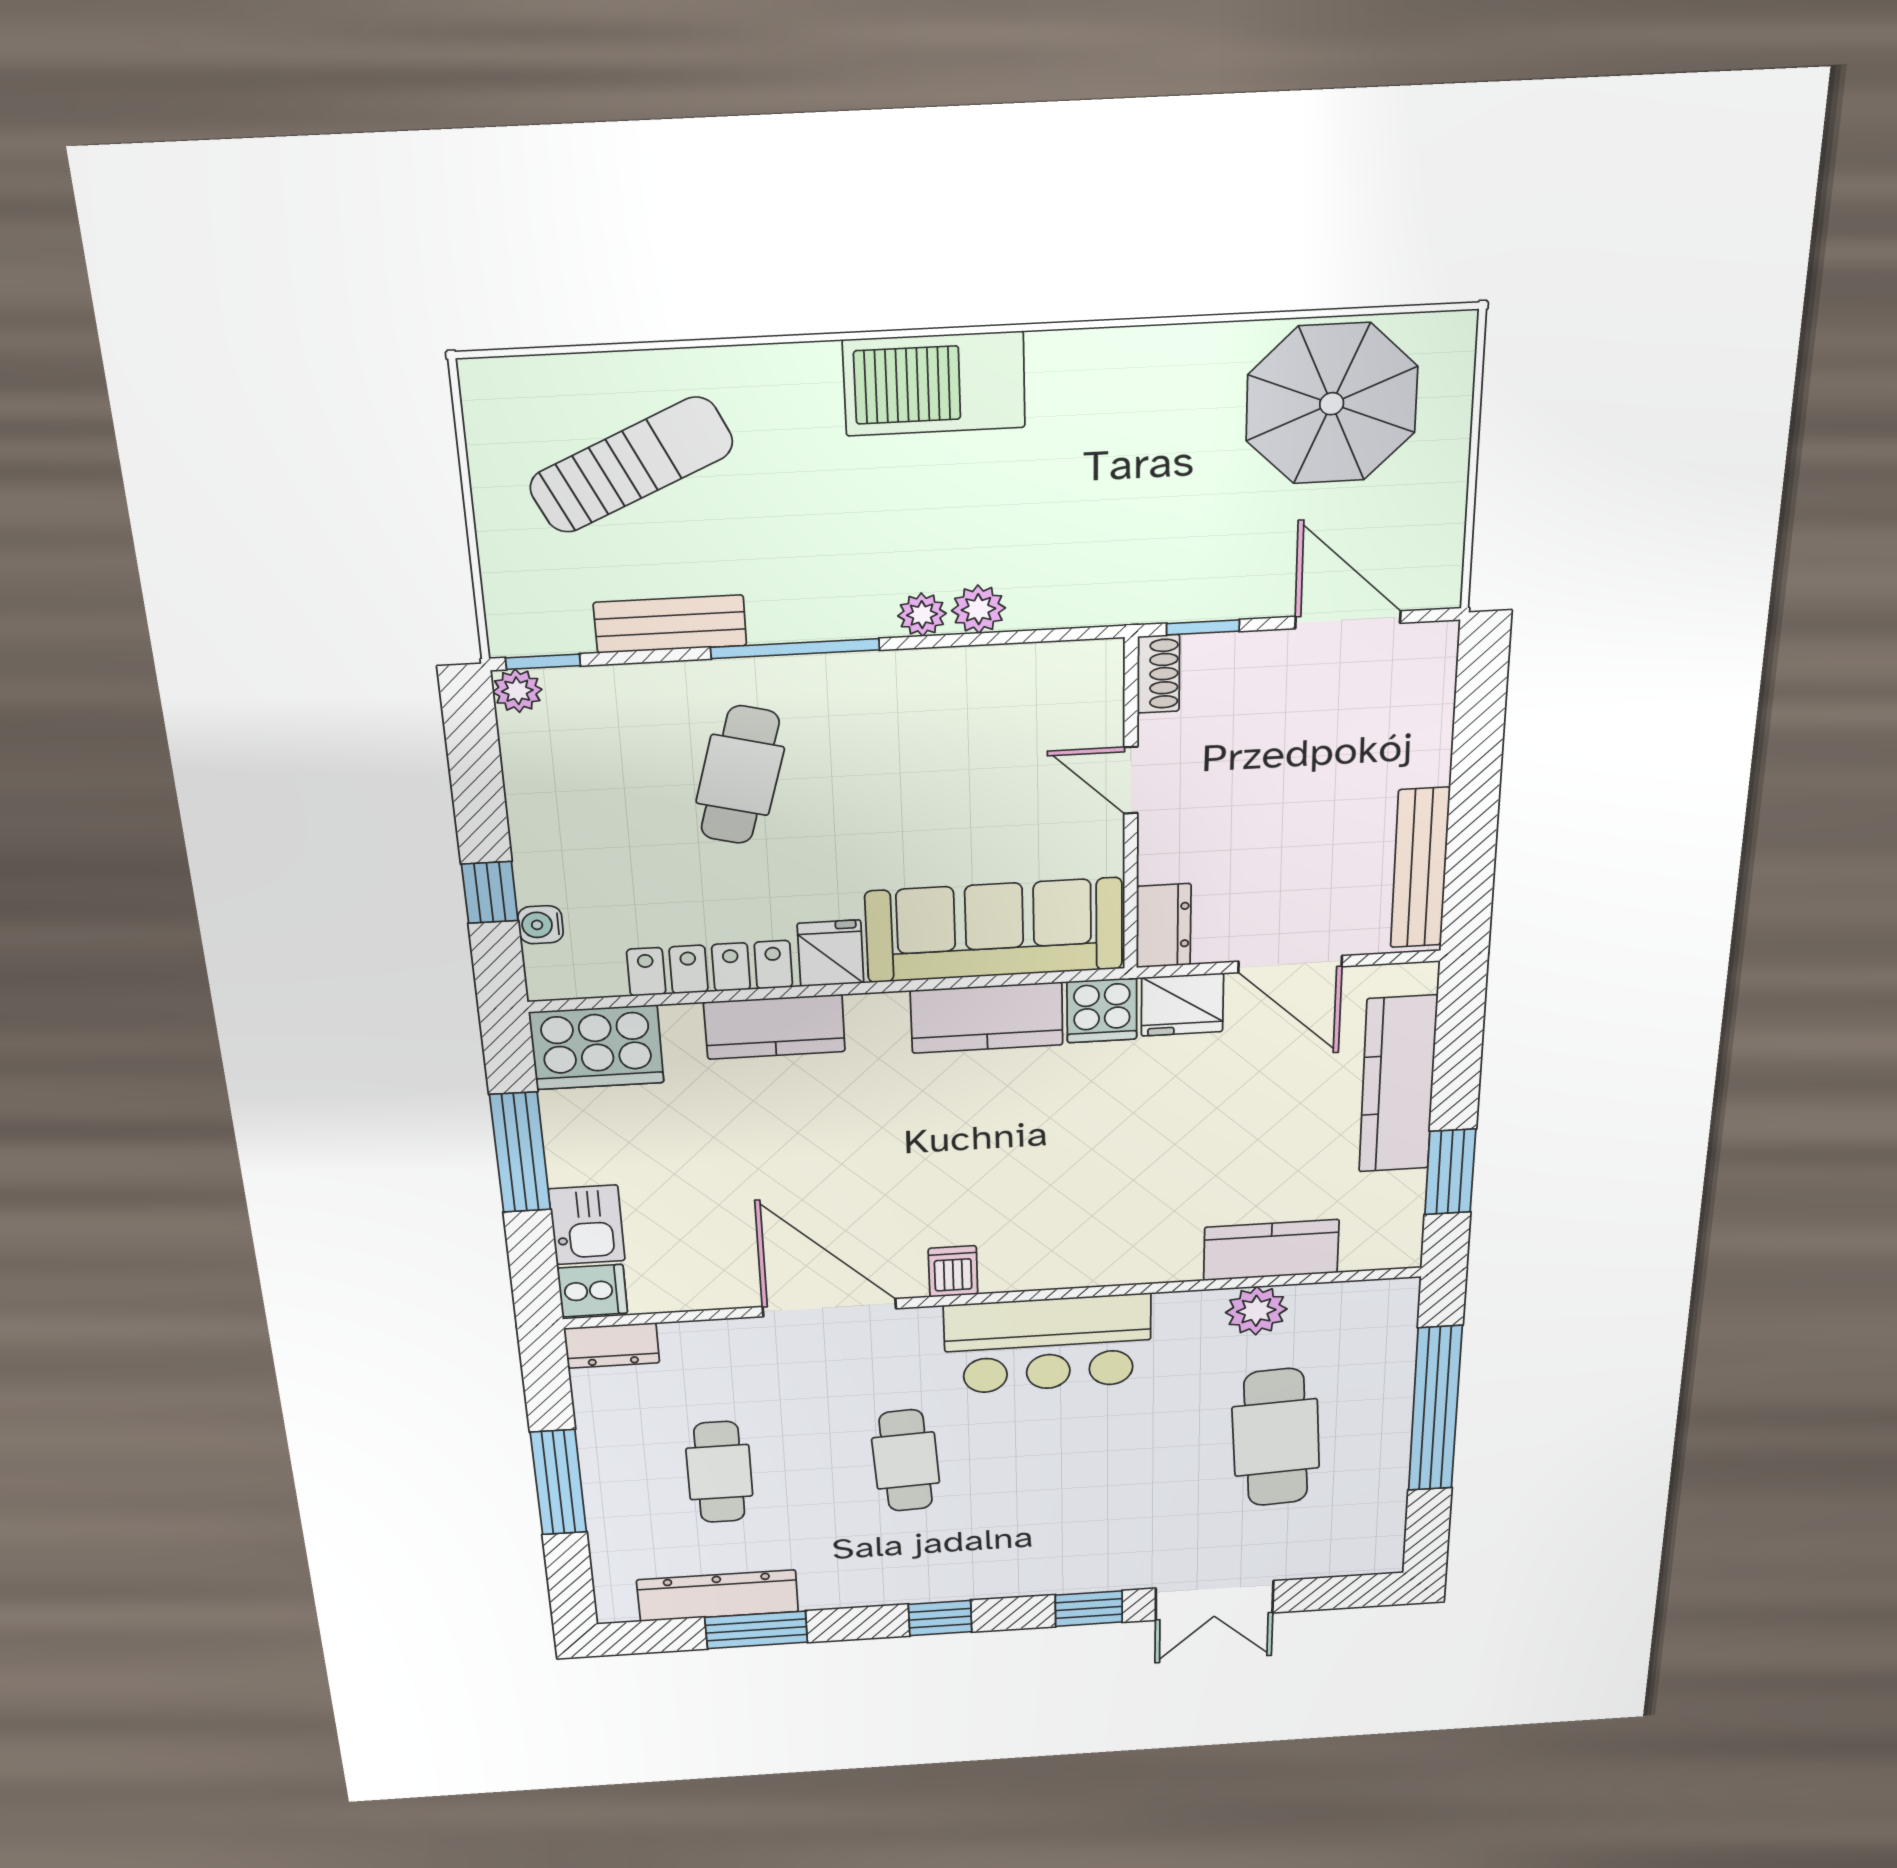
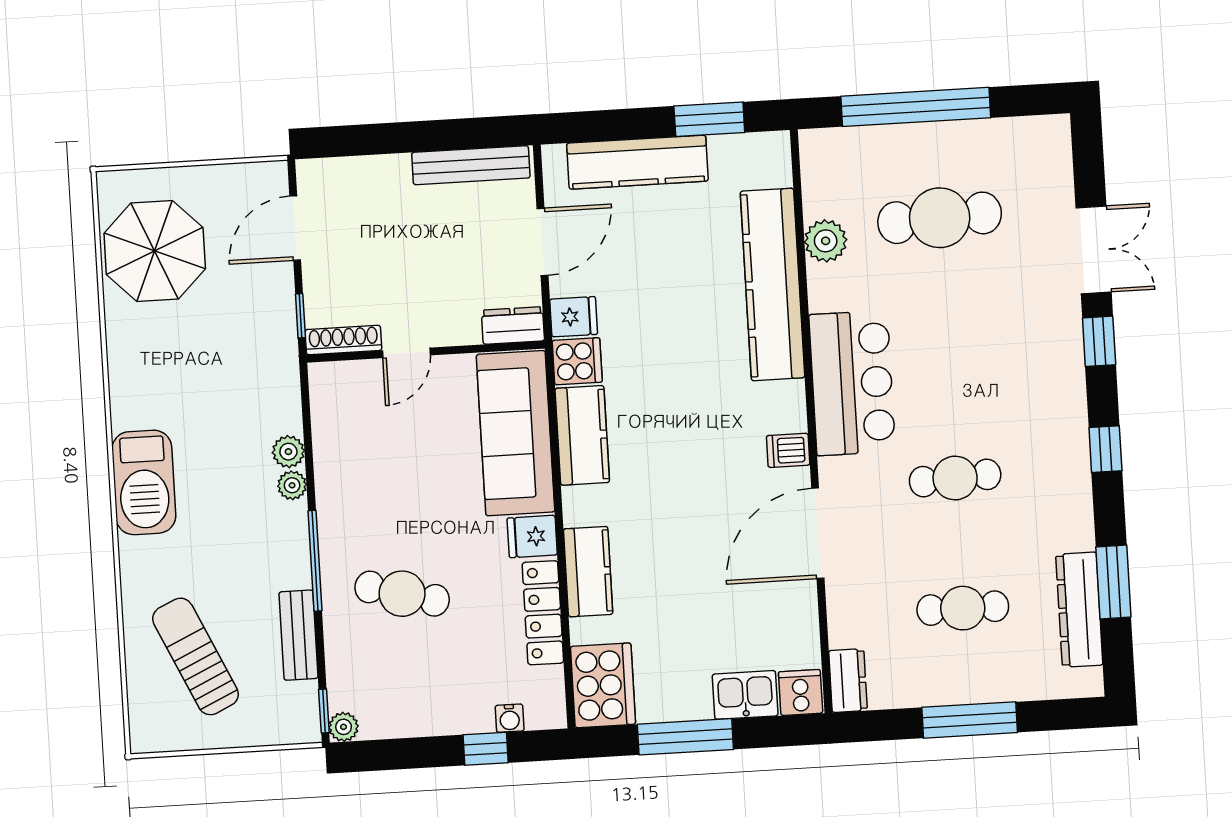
shoe rack: (1158, 674) -> (343, 340), width x1.43
fridge: (1182, 1005) -> (574, 317), width x0.72
kitchen counter: (1271, 1250) -> (772, 284), width x2.08, depth x1.17

